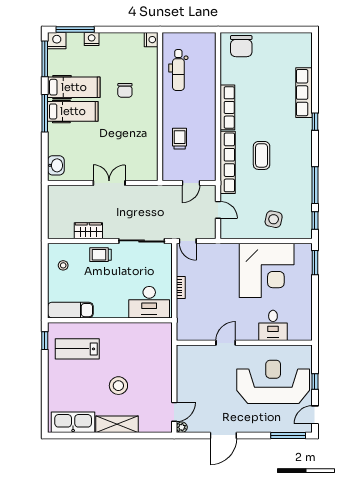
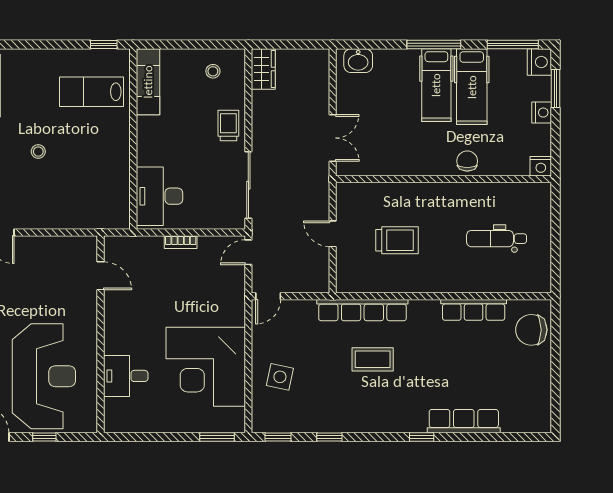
window: (75, 29) -> (556, 89), width x0.69
nightstand: (151, 40) -> (541, 166), moved
chair: (125, 90) -> (467, 161), turned 90
wall: (160, 107) -> (444, 179), moved
row of seats: (227, 107) -> (474, 310), moved
trolley: (180, 139) -> (397, 240), width x1.36, depth x1.39
door: (191, 183) -> (333, 234), moved
window: (315, 185) -> (329, 437), width x0.46
door: (218, 210) -> (268, 296), moved
wardrobe: (88, 231) -> (263, 69), moved
door: (226, 343) -> (100, 276), moved
lab bench: (77, 349) -> (92, 92), turned -90
stool: (118, 386) -> (38, 152), width x0.53, depth x0.53

